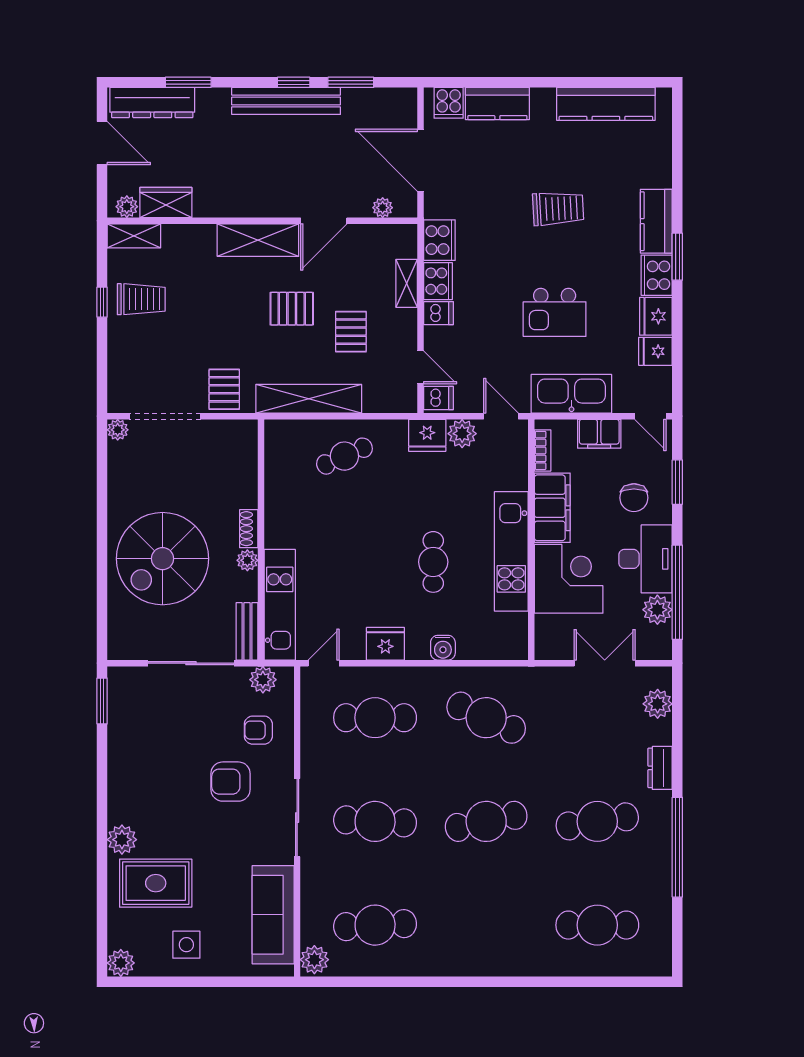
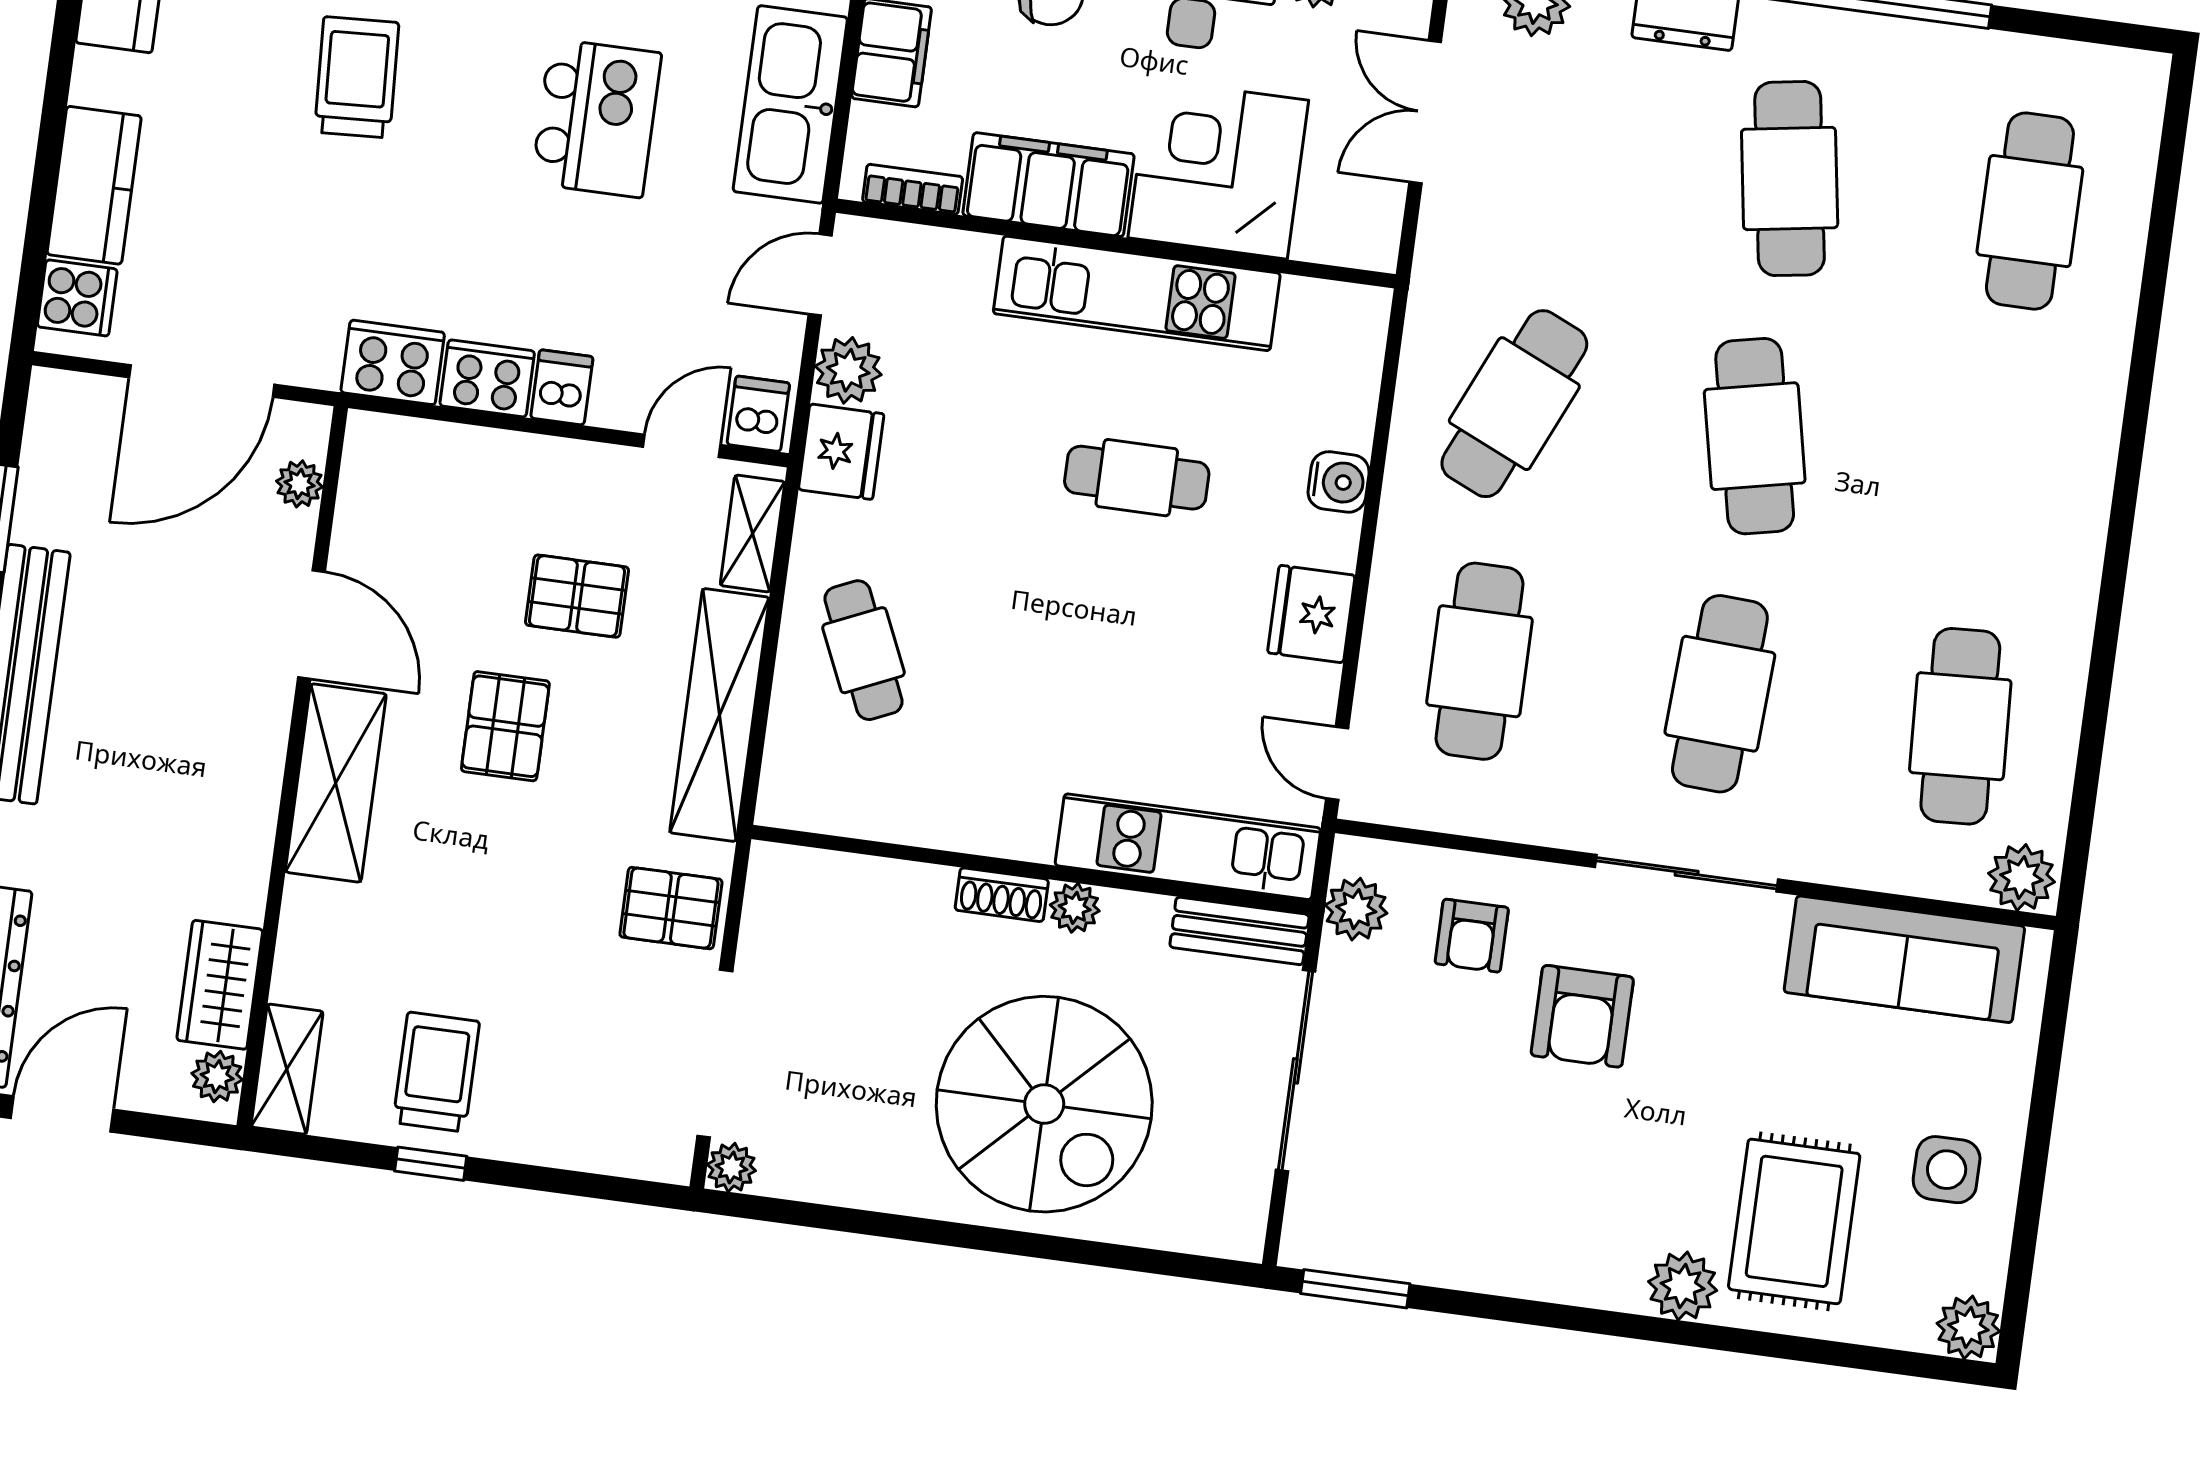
shelving: (407, 283) -> (752, 533), moved, turned 90

